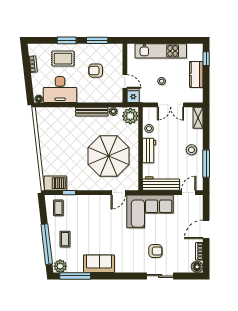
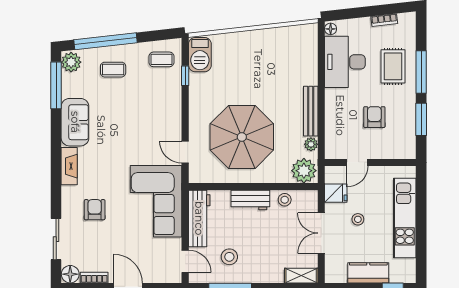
window: (67, 40) -> (421, 72), width x1.44
fridge: (133, 95) -> (336, 193), moved
stool: (191, 150) -> (229, 257), moved
armchair: (155, 251) -> (95, 210), turned 180
fireplace: (127, 267) -> (69, 166), added
sliding door: (160, 276) -> (56, 239), moved

